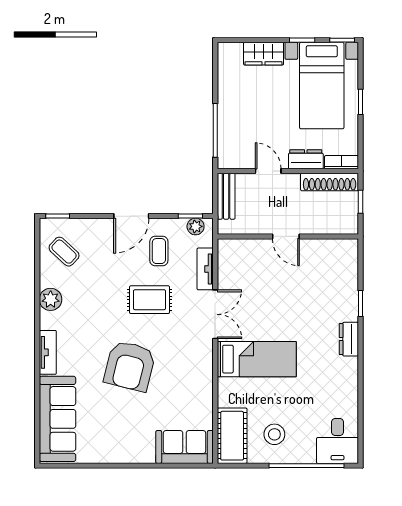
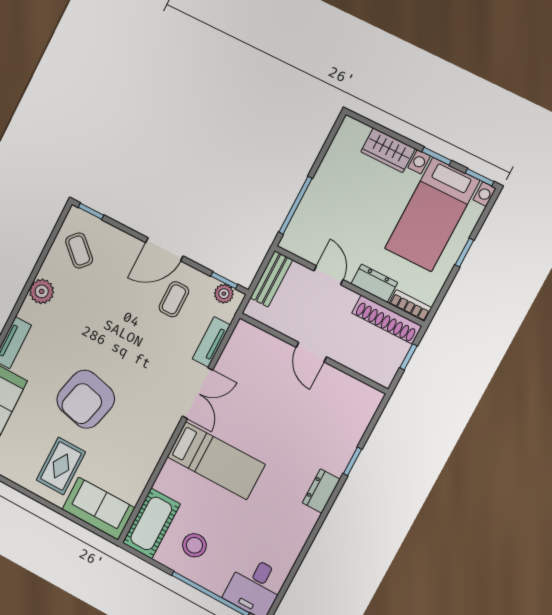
rug: (150, 300) -> (61, 466), moved, turned 90

